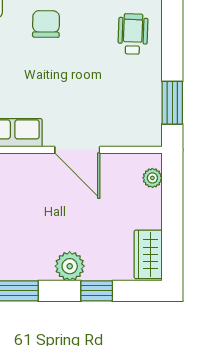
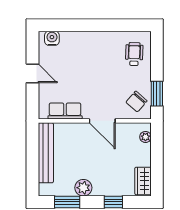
chair: (46, 24) -> (136, 102), moved, turned -140
plant: (70, 266) -> (83, 188), moved

